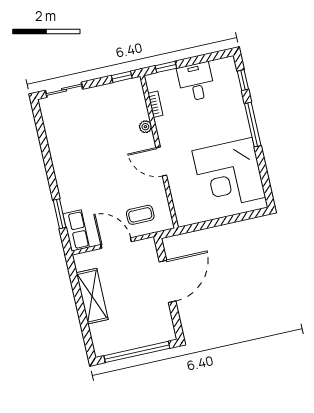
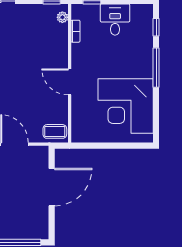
plant: (145, 127) -> (62, 17), moved
coffee table: (140, 215) -> (55, 131), moved

